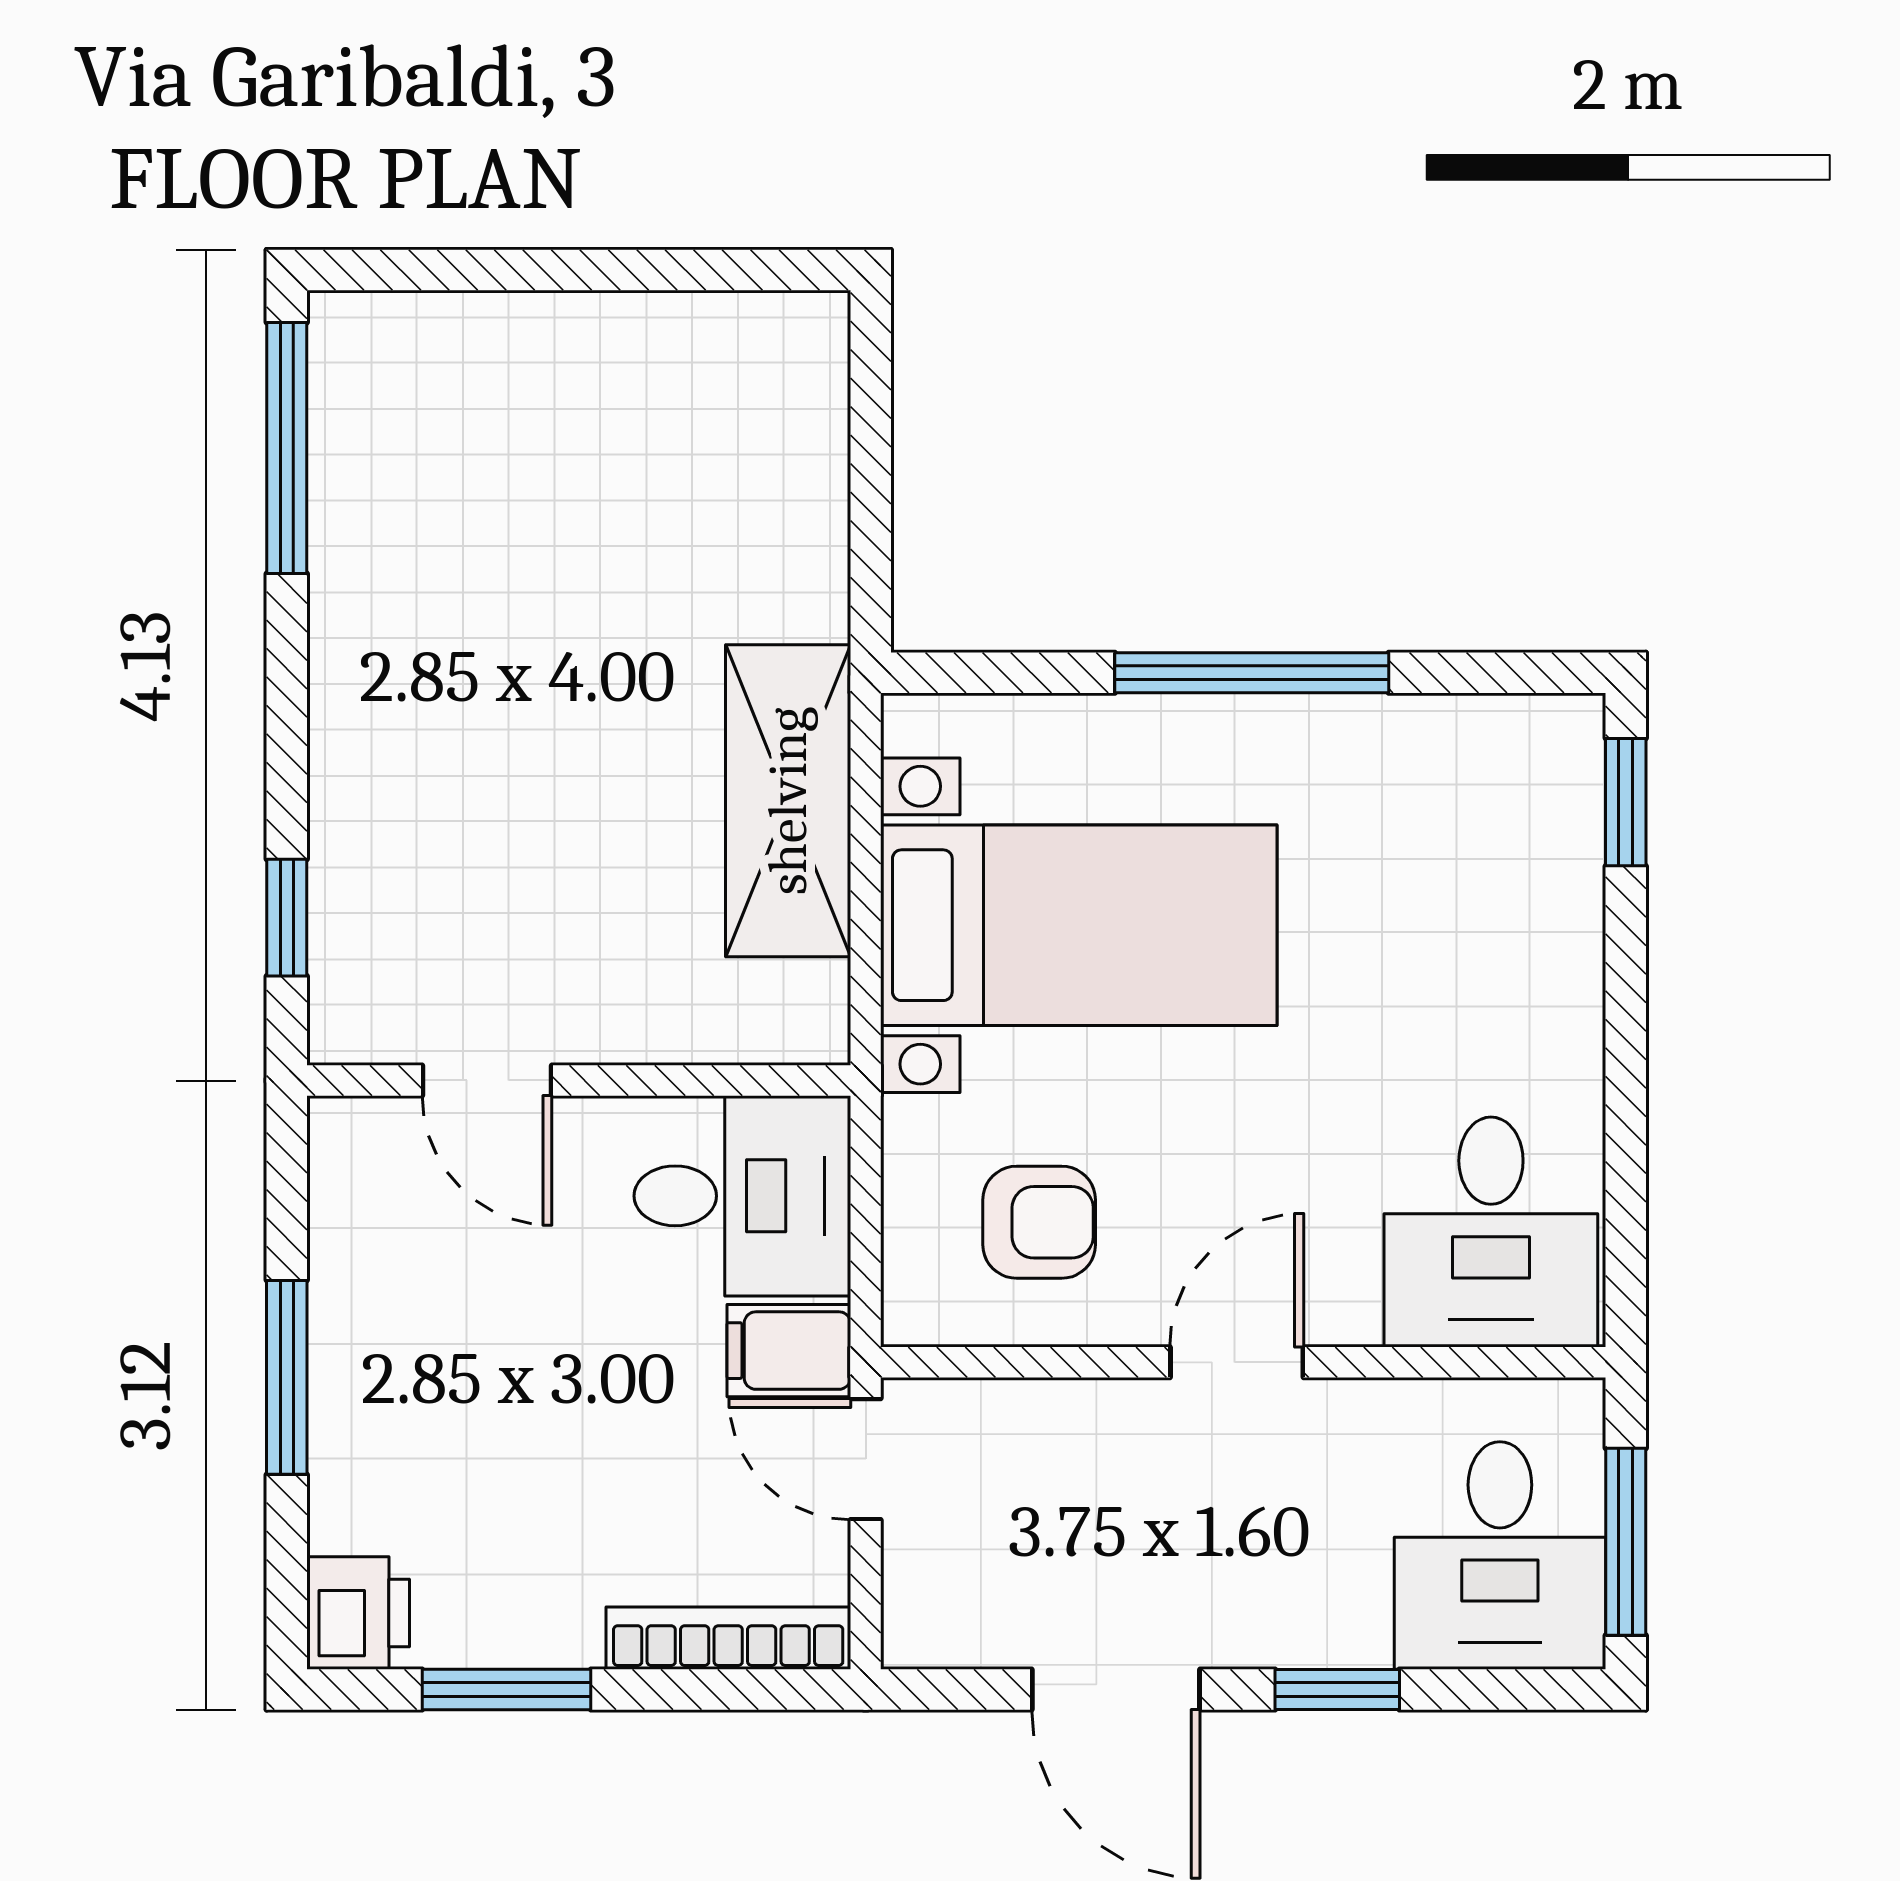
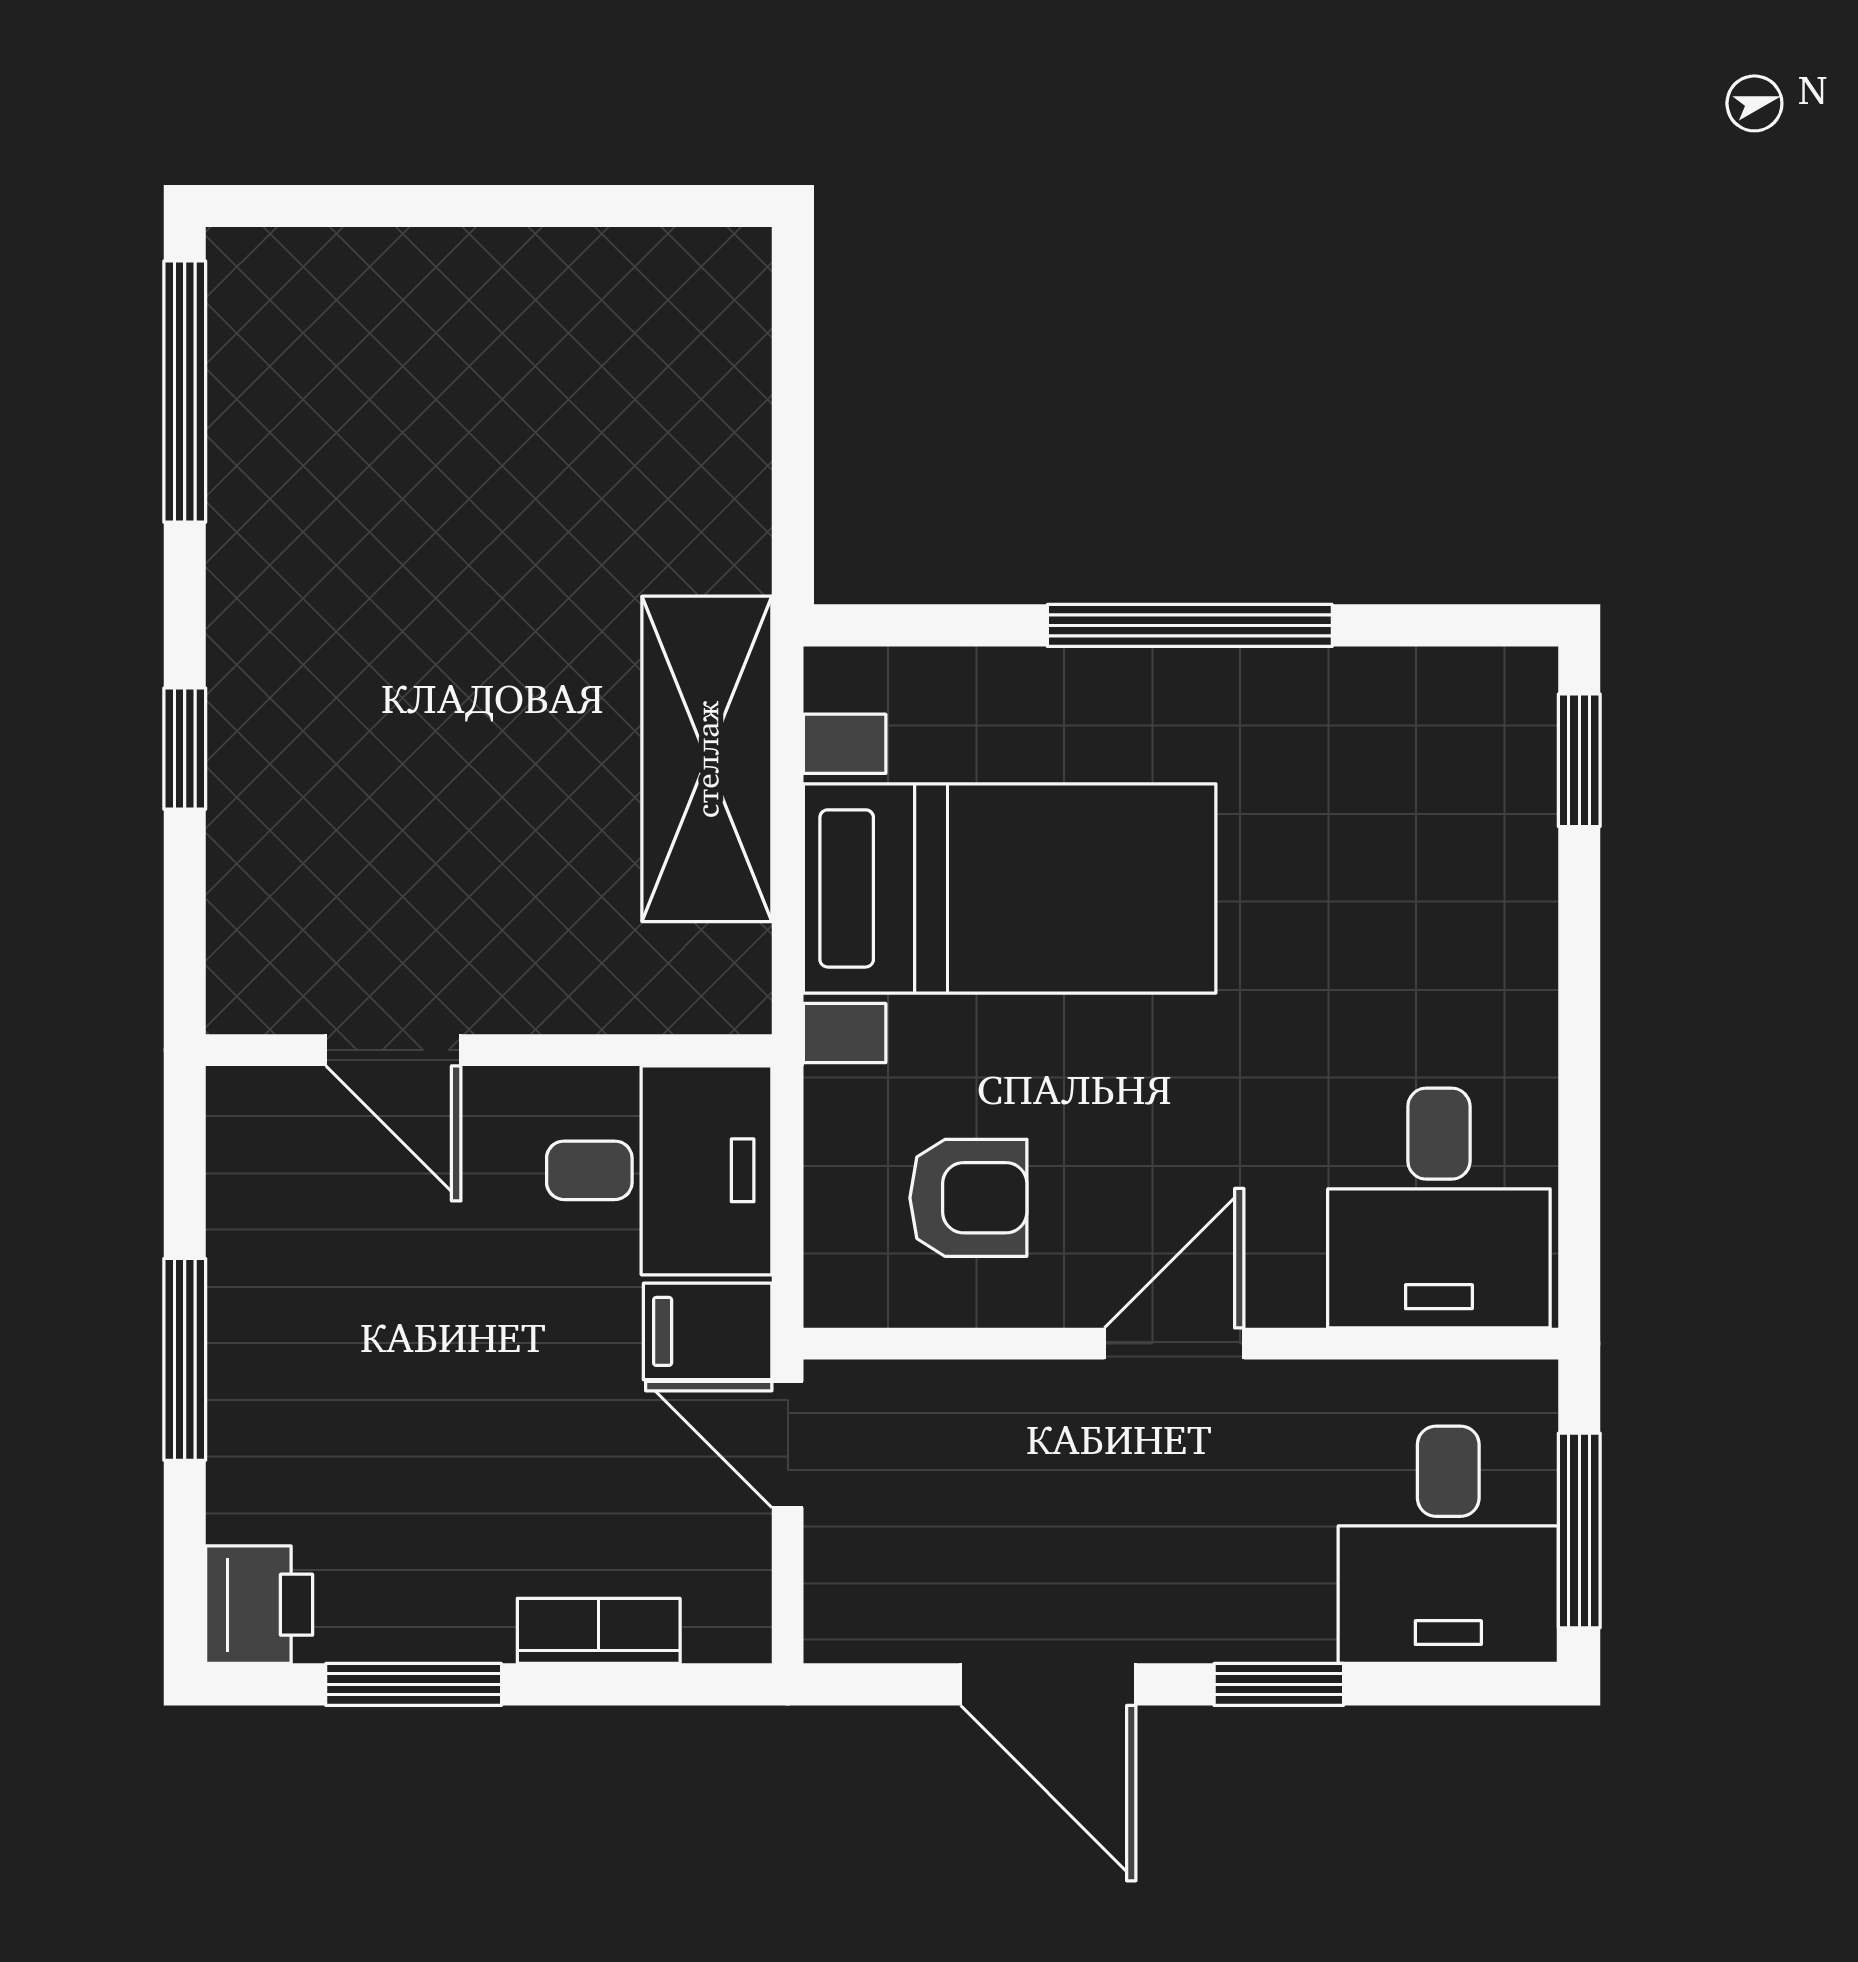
window: (287, 918) -> (185, 749), moved
bookcase: (728, 1638) -> (599, 1631), width x0.64

